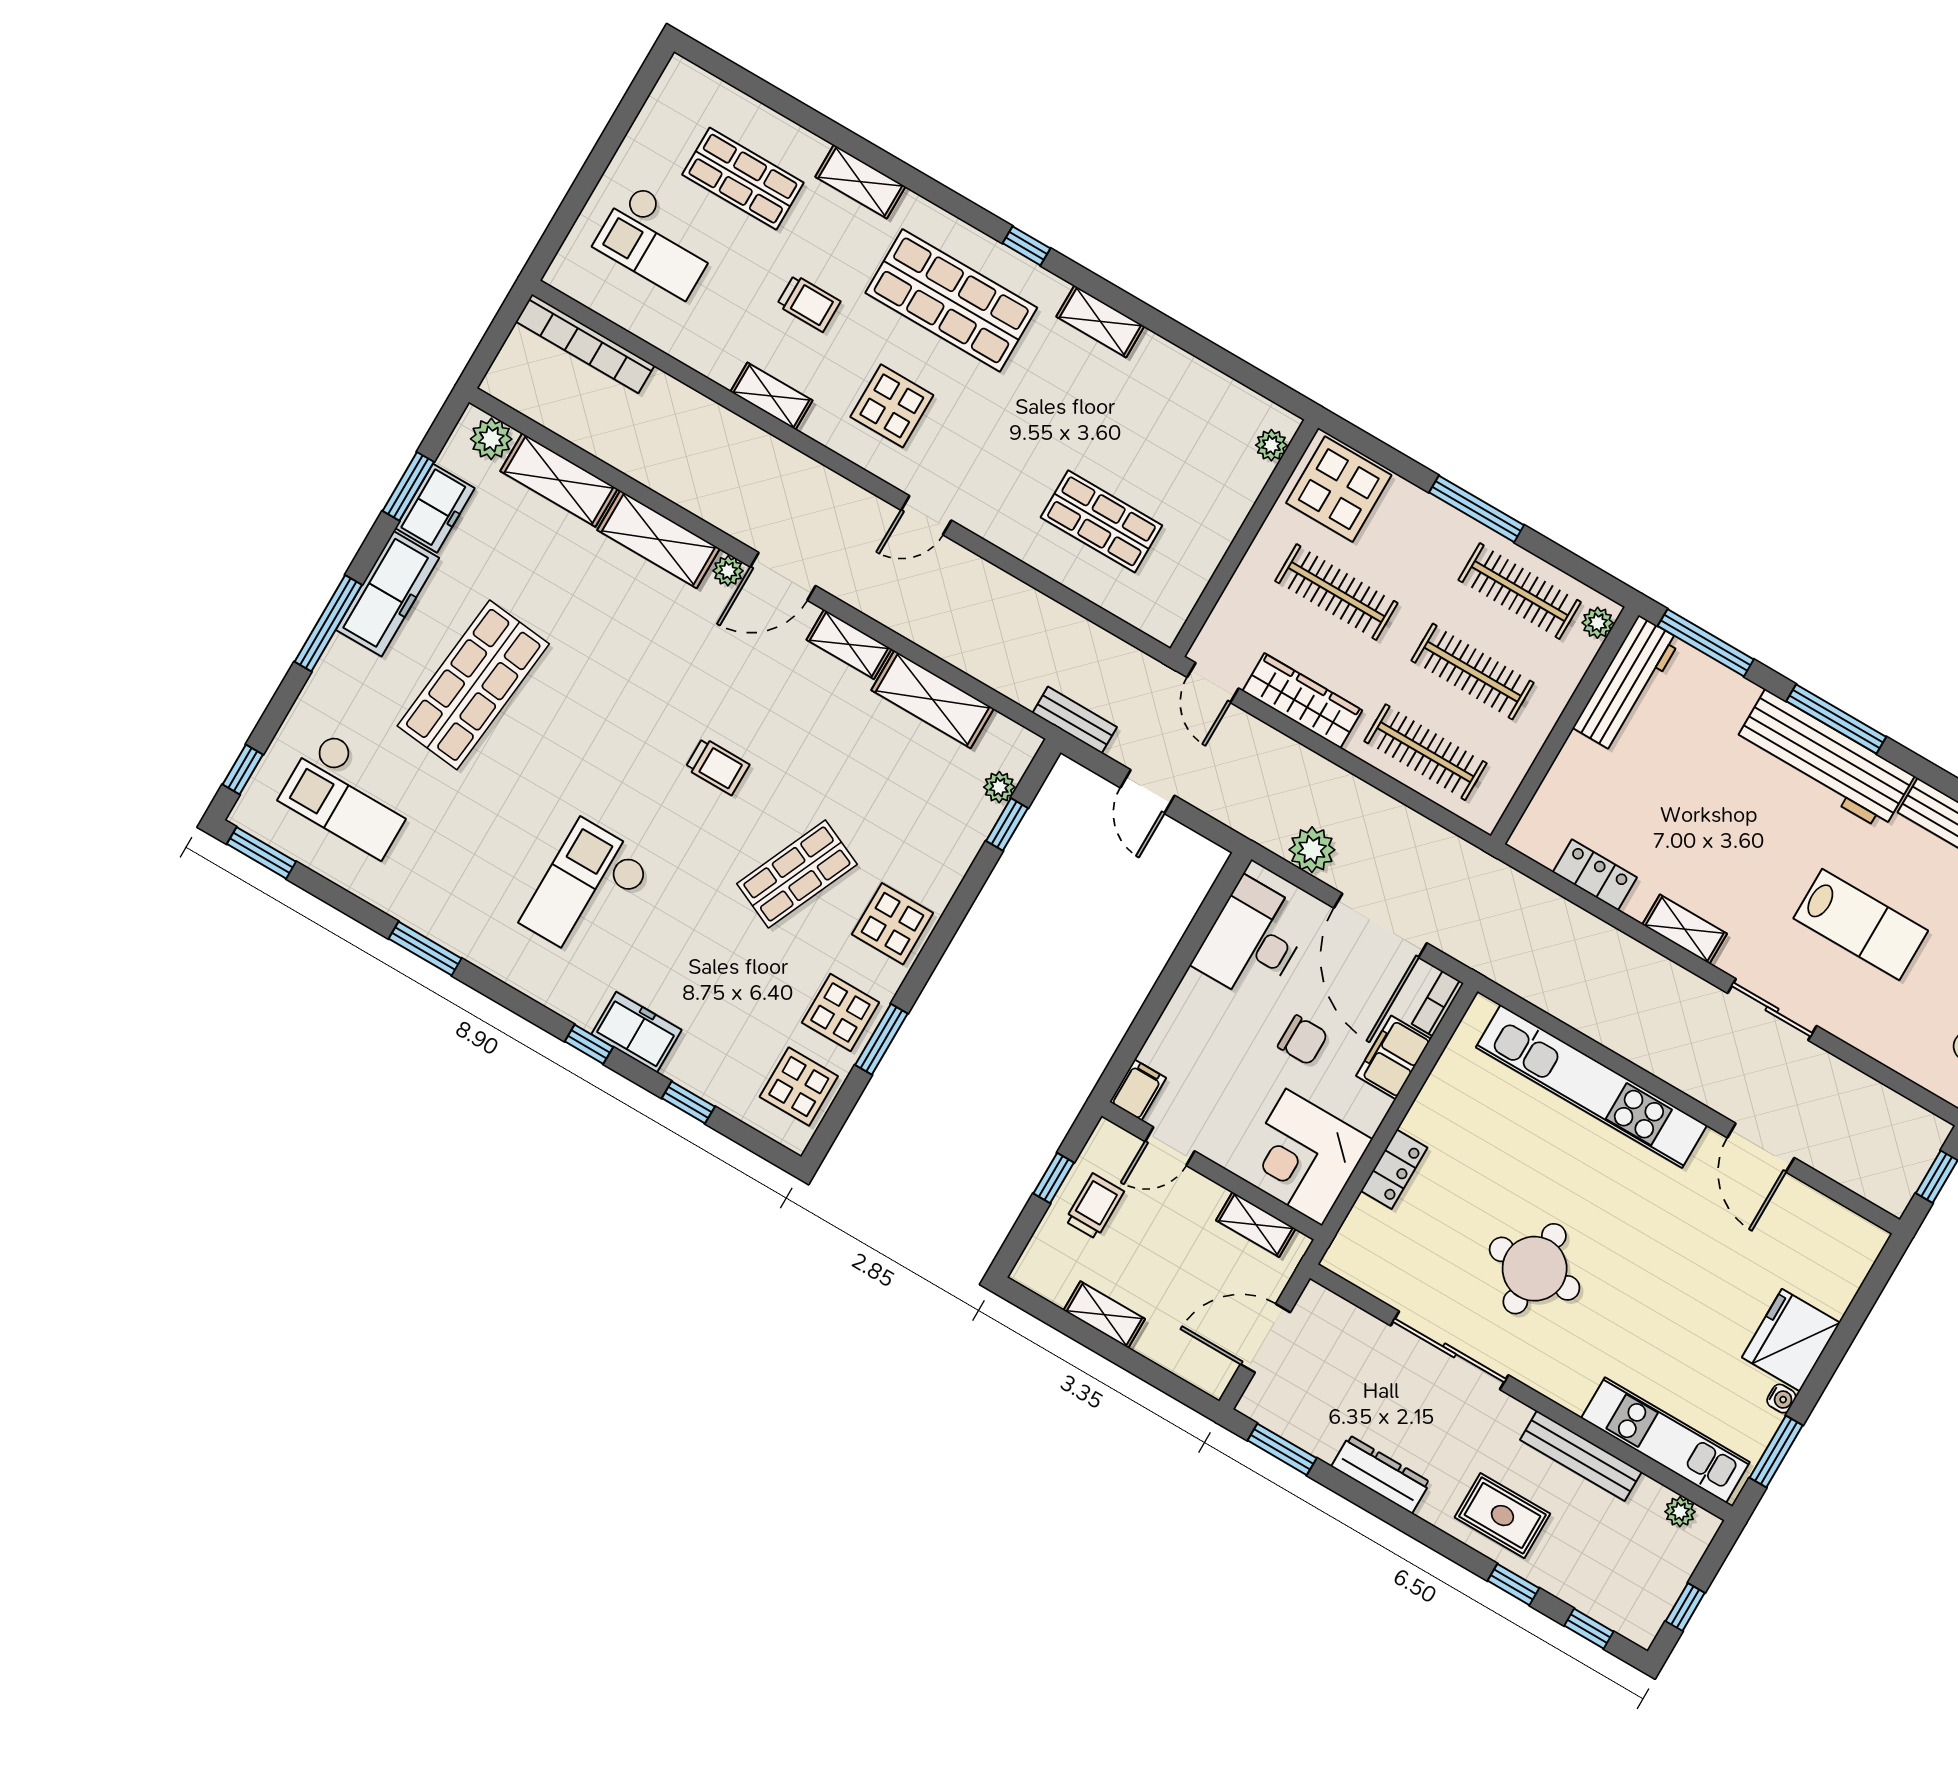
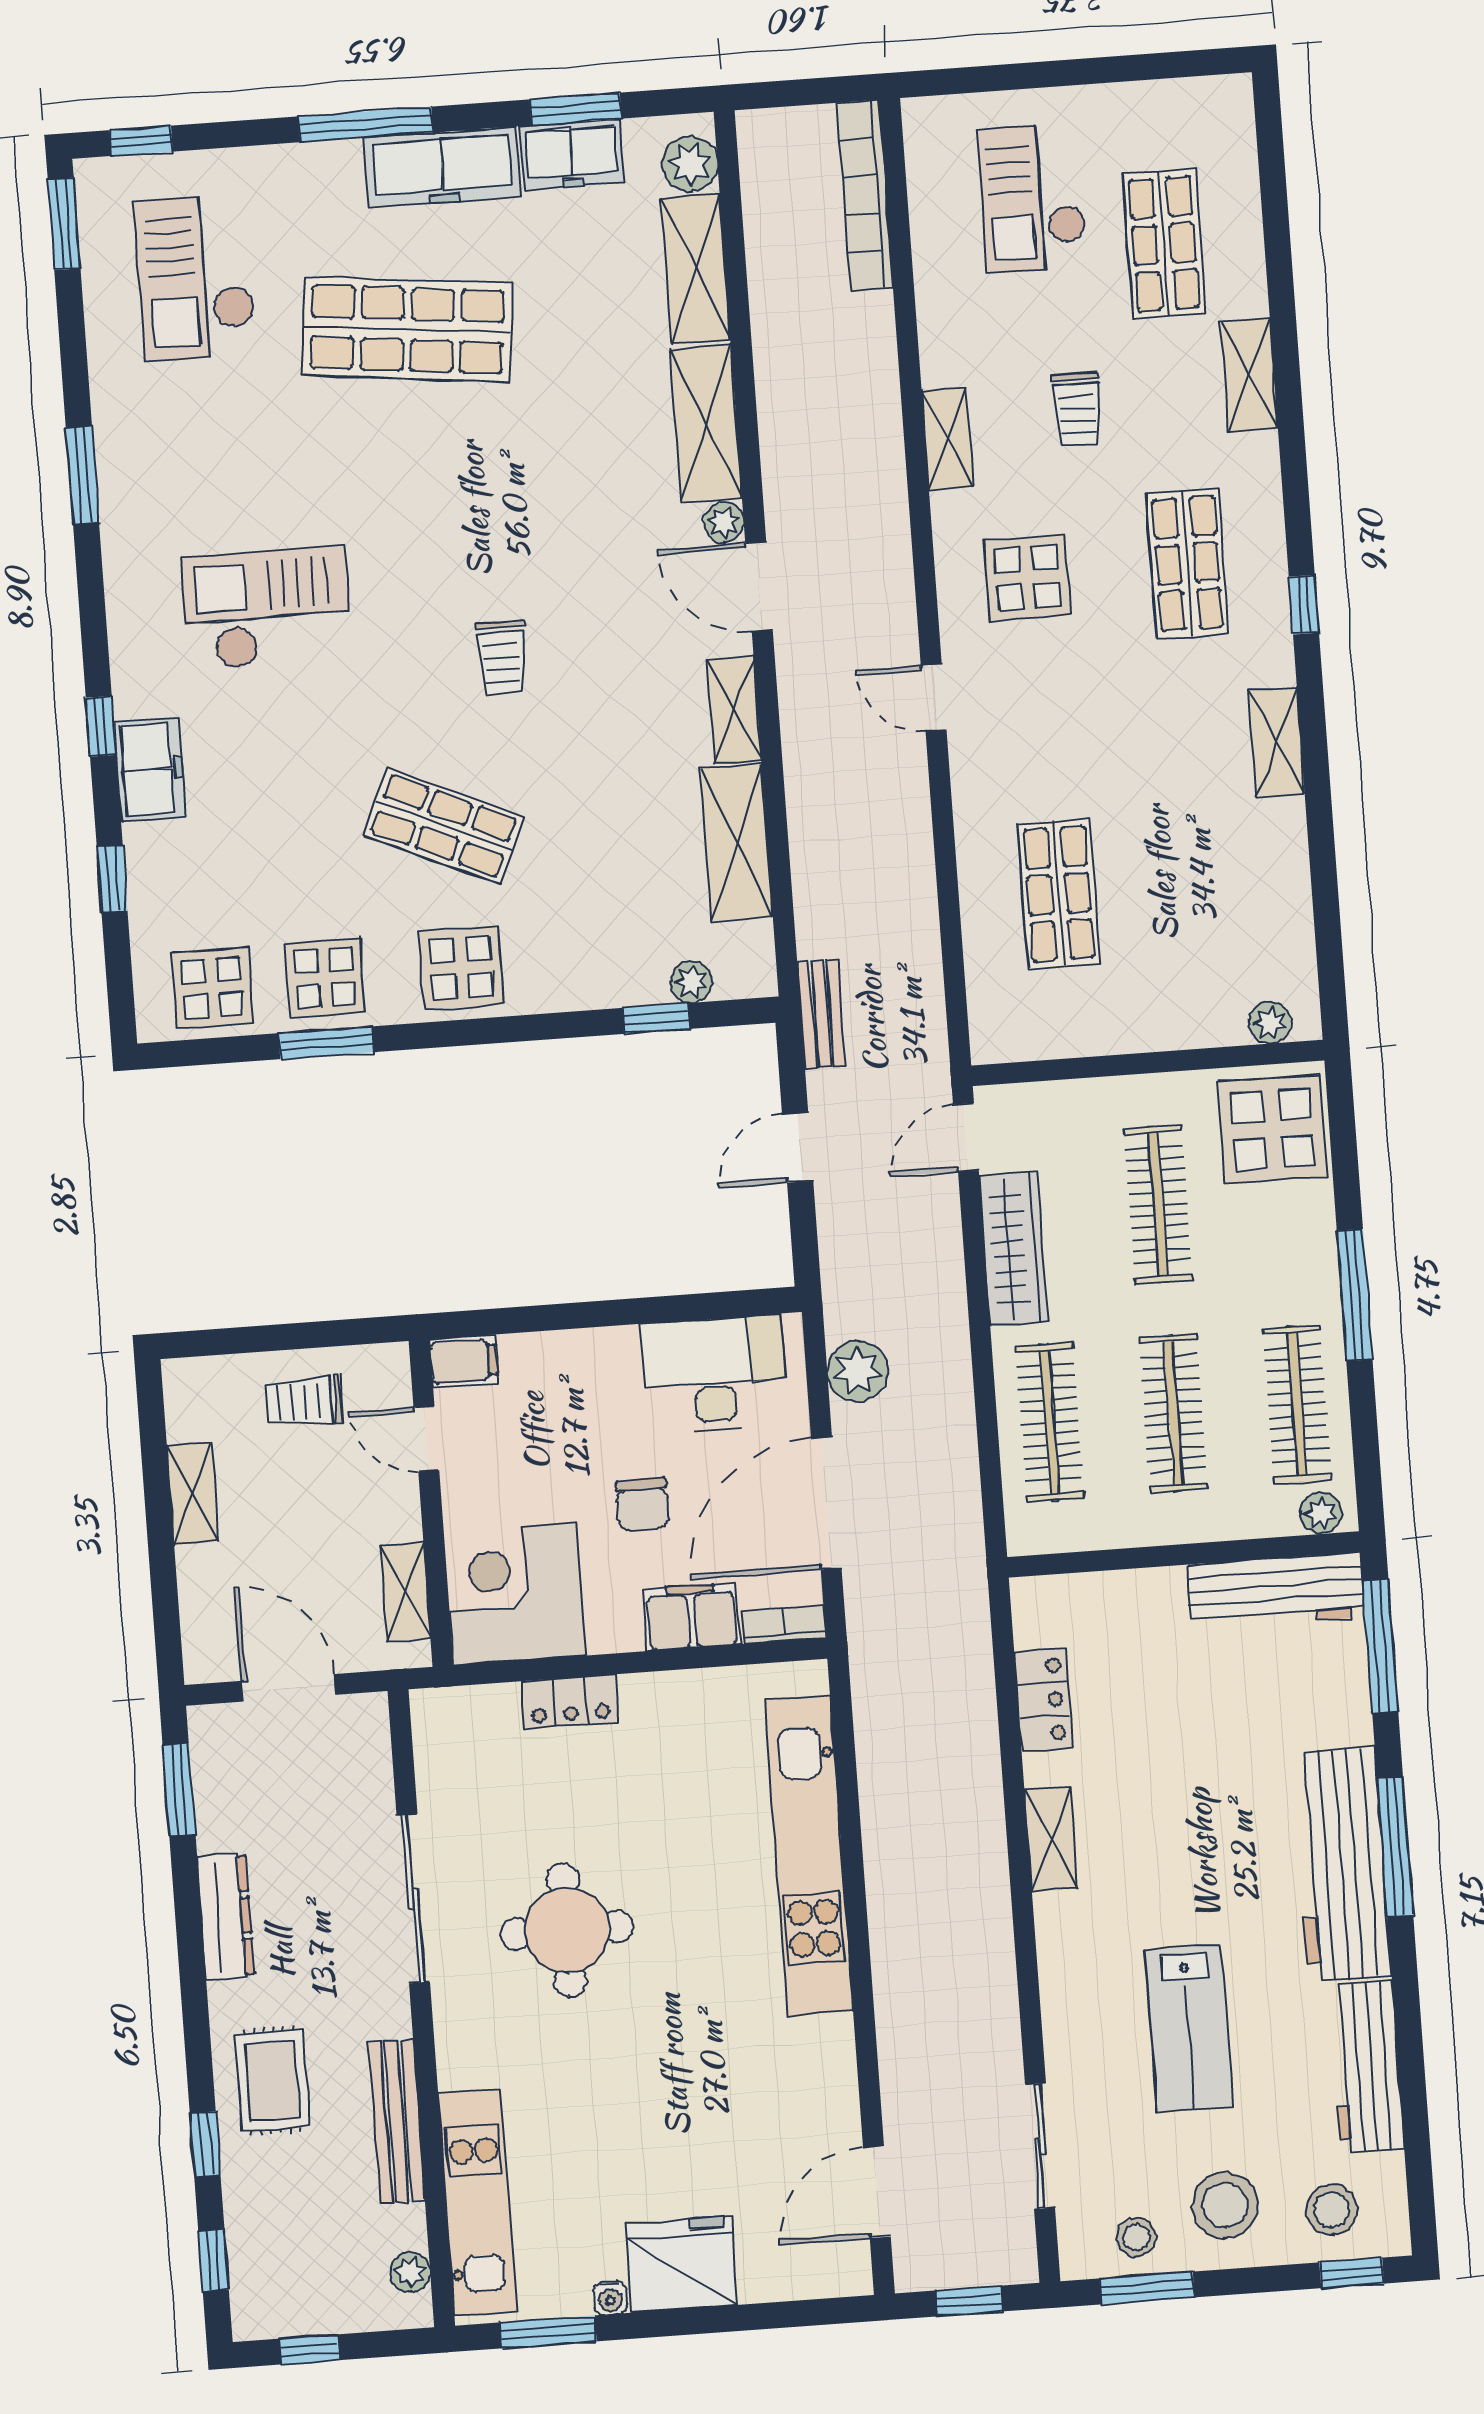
shop shelf: (951, 300) -> (1188, 563), width x0.70, depth x0.74
sliding door: (1772, 1009) -> (1040, 2146), moved
door: (1761, 1148) -> (877, 2192), moved
window: (1054, 1178) -> (304, 1336), removed
trolley: (1094, 1206) -> (304, 1401), turned 180

